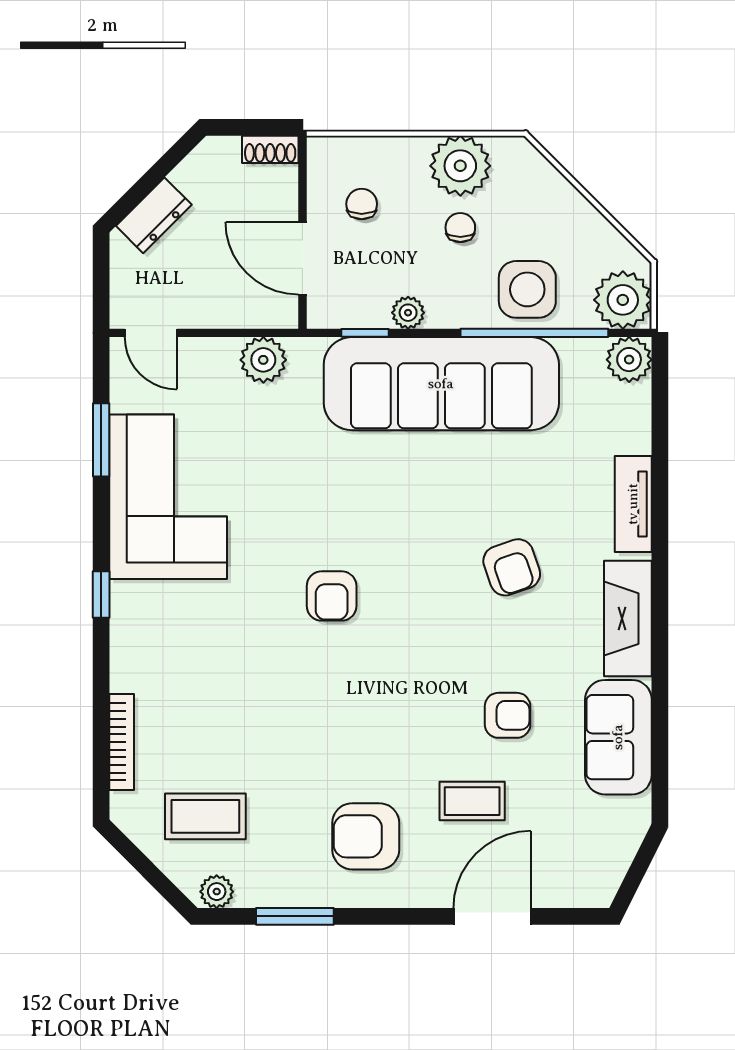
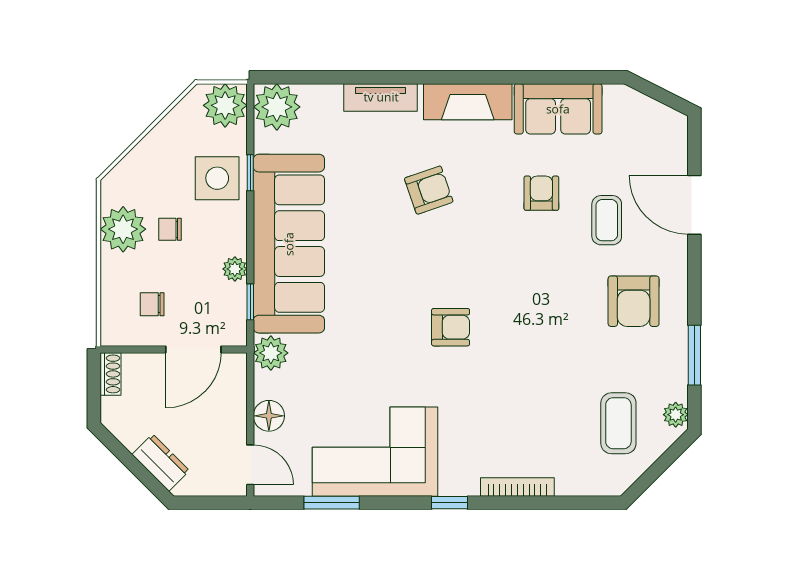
door: (151, 333) -> (250, 465), hinge flipped
window: (534, 333) -> (250, 173), width x0.32
floor lamp: (215, 357) -> (269, 416), added
plant: (263, 360) -> (271, 353), moved
plant: (629, 360) -> (277, 107), width x1.36, depth x1.36
bookcase: (122, 742) -> (517, 487), moved

